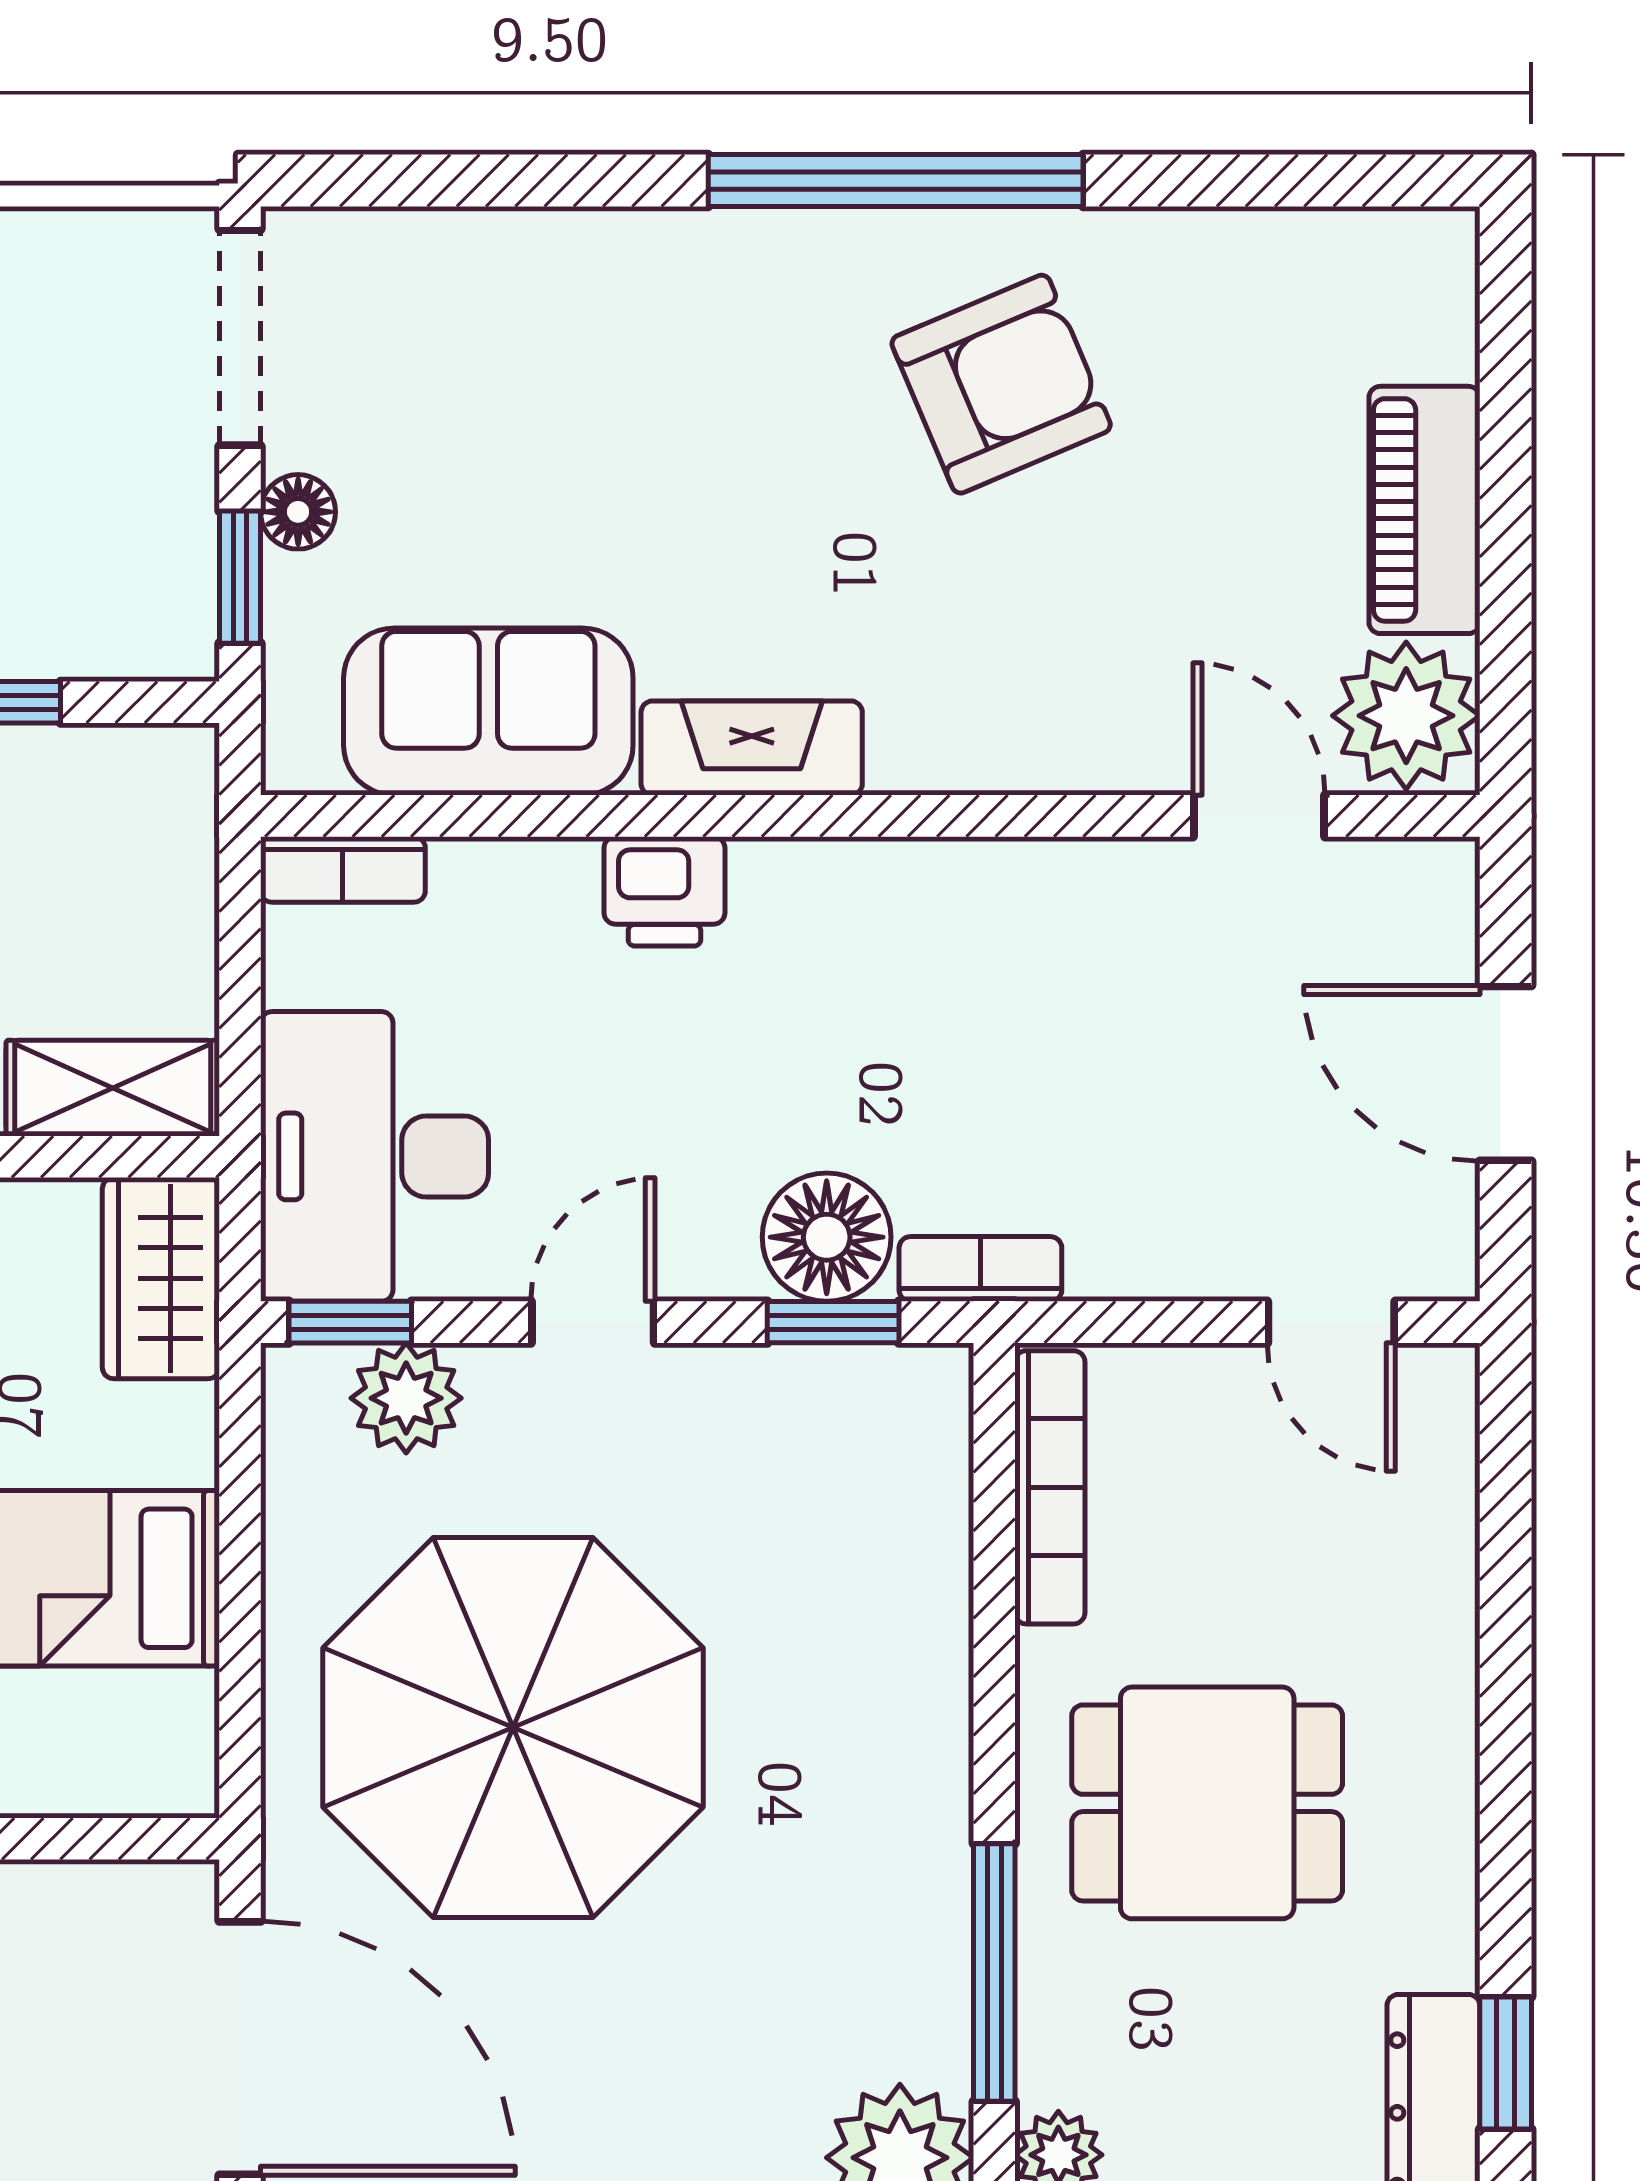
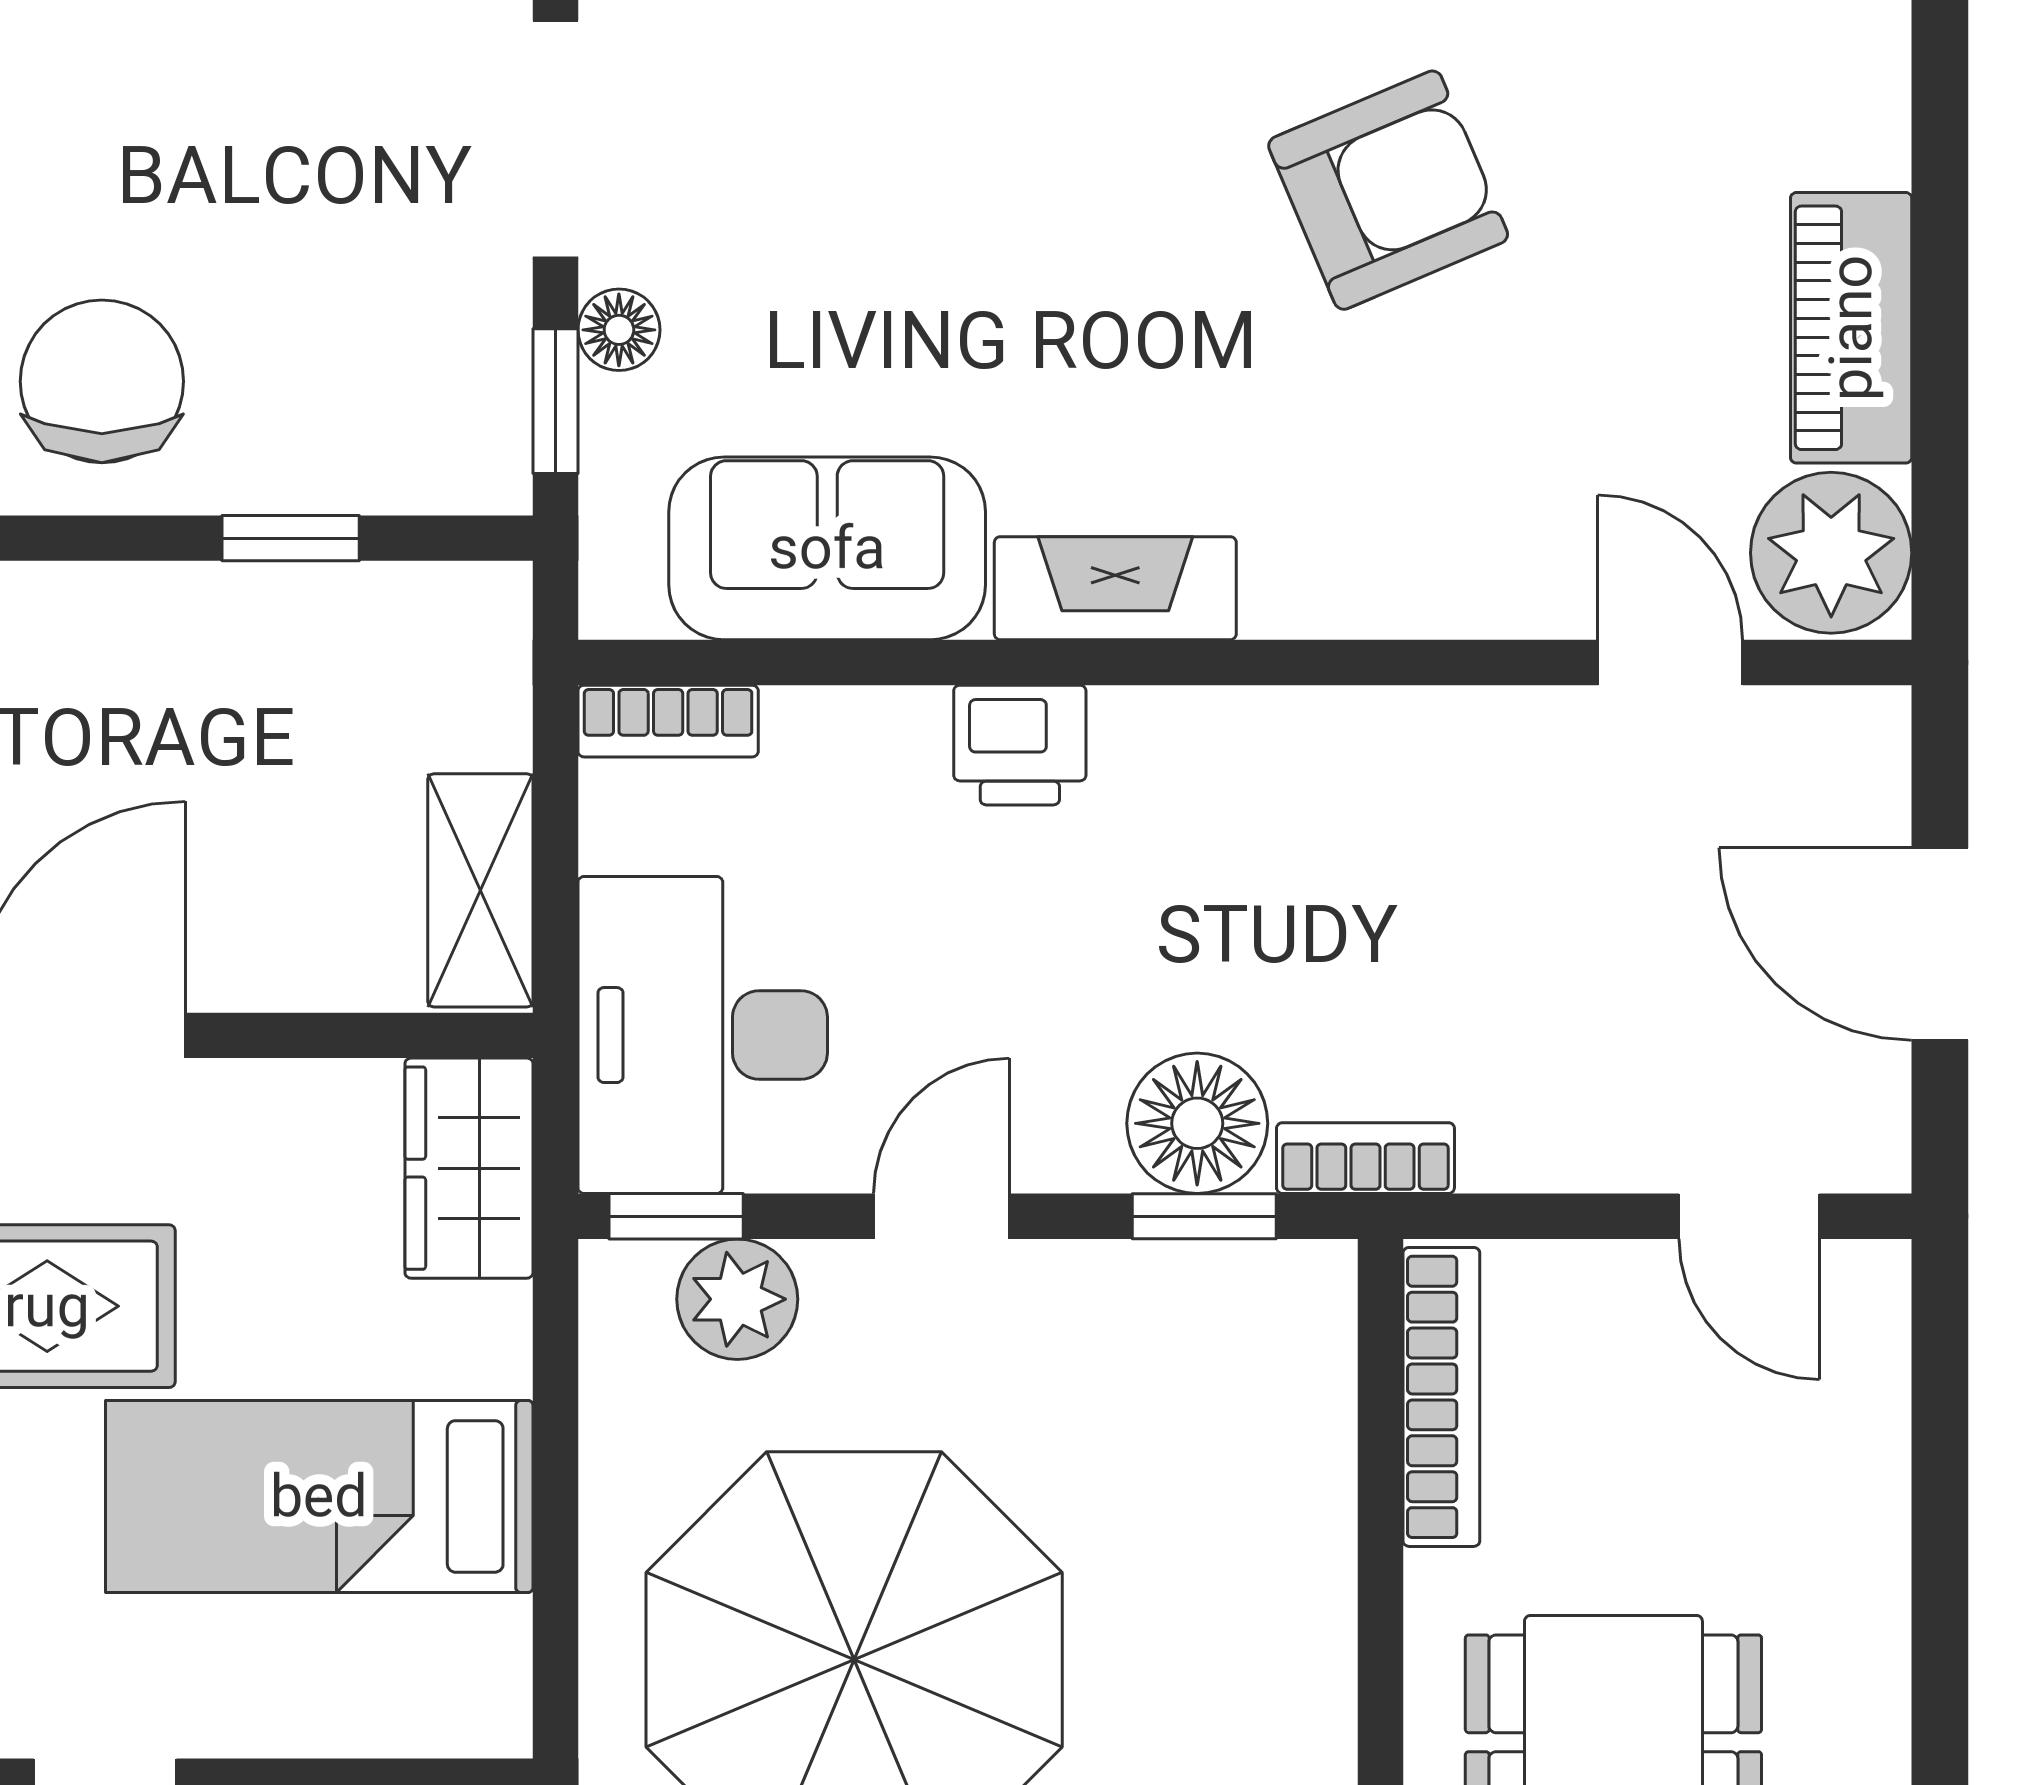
shelving: (113, 1088) -> (480, 890), moved, turned 90

